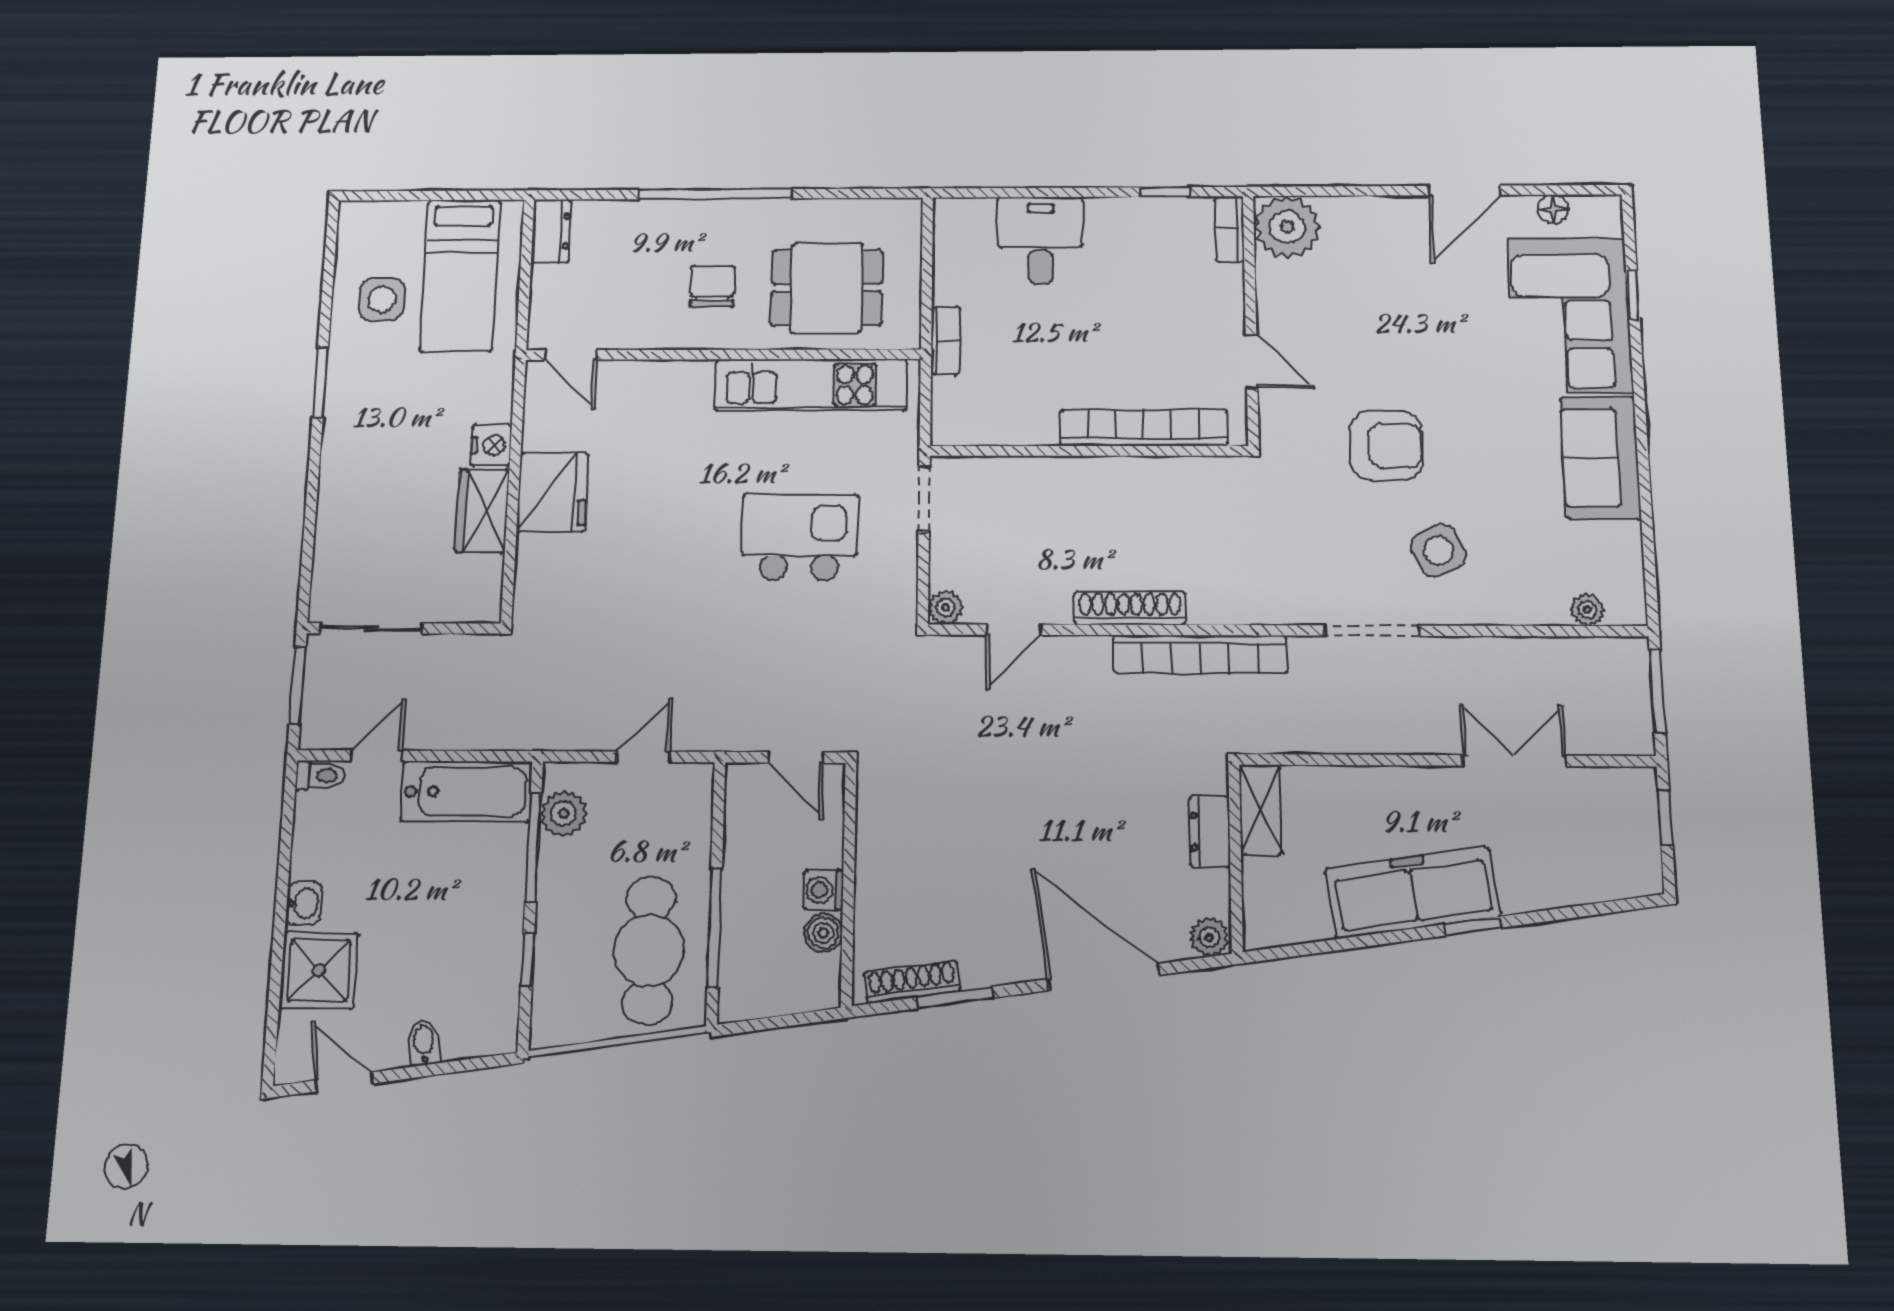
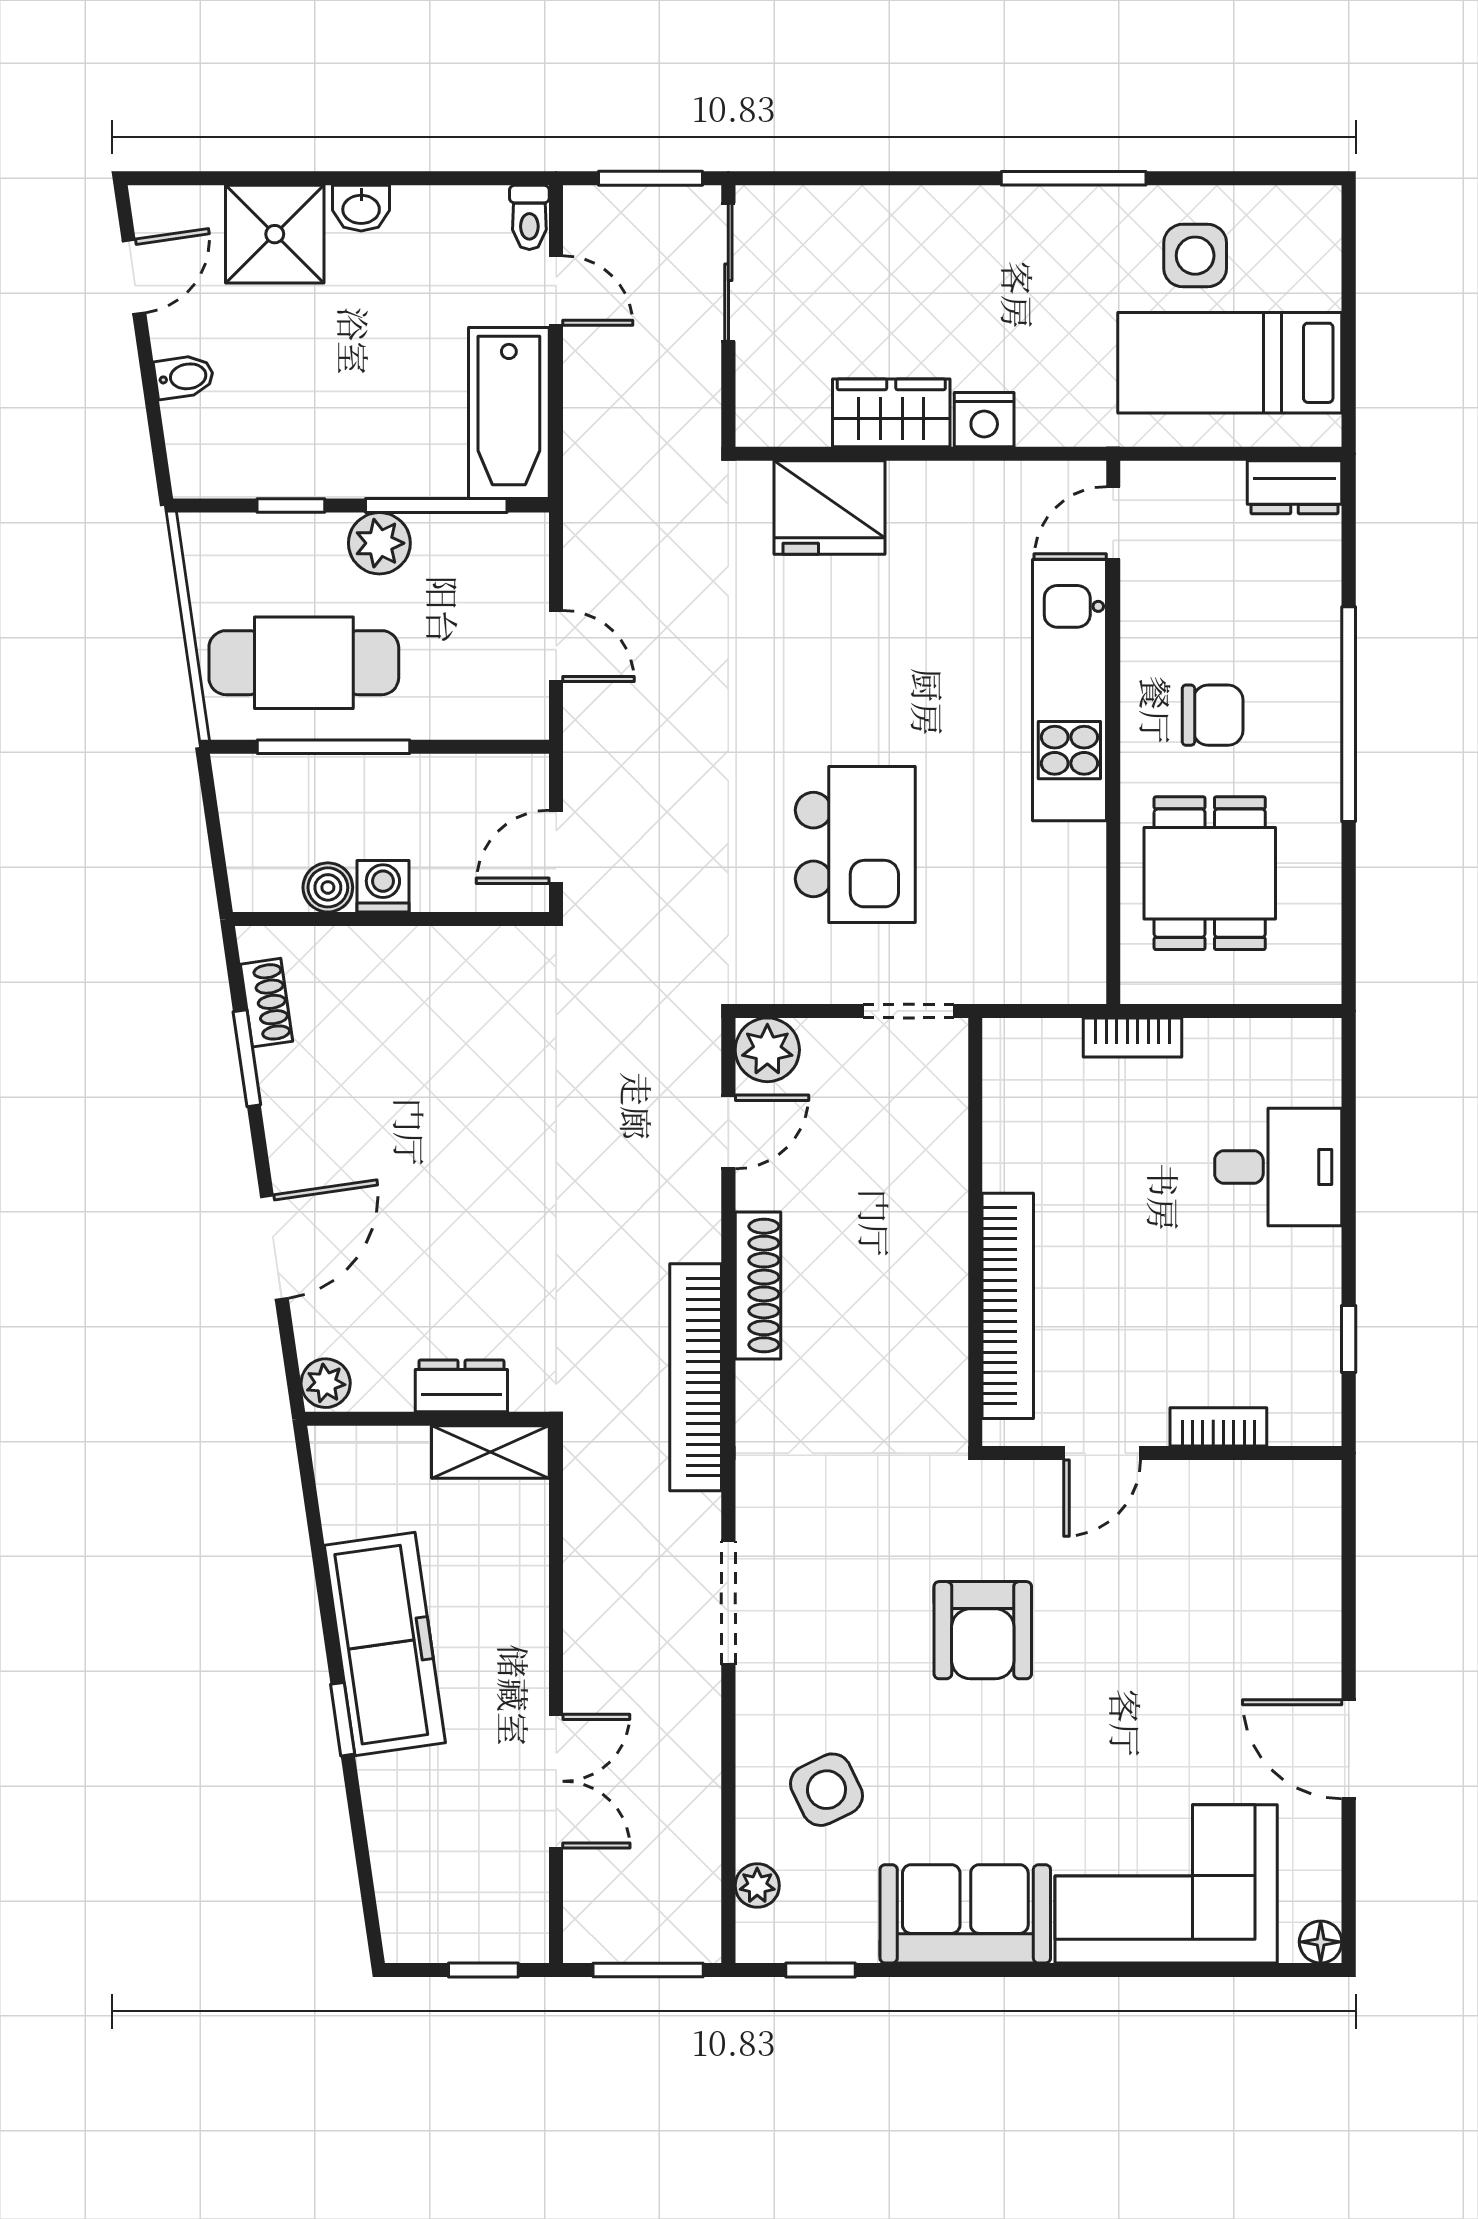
floor lamp: (1553, 209) -> (1321, 1942), moved
plant: (1287, 227) -> (1296, 1506), removed
bookcase: (1230, 229) -> (1218, 1427), moved
window: (1633, 295) -> (821, 1970), moved
window: (320, 383) -> (1074, 178), width x1.44
kitchen unit: (811, 385) -> (1069, 690), moved
fridge: (553, 492) -> (830, 508), moved
side table: (1439, 551) -> (827, 1790), moved
plant: (945, 607) -> (767, 1050), width x1.38, depth x1.38
door: (1014, 630) -> (728, 1132), swing flipped
plant: (564, 813) -> (379, 543), moved
door: (1103, 977) -> (274, 1247), width x0.73
shoe rack: (912, 982) -> (266, 1003), width x0.70

